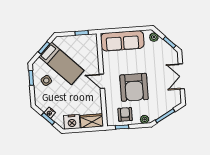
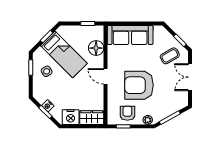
plant: (154, 37) -> (164, 34), removed
floor lamp: (91, 55) -> (96, 48), added
coffee table: (161, 58) -> (170, 56), added
armchair: (134, 87) -> (139, 85), turned 90

